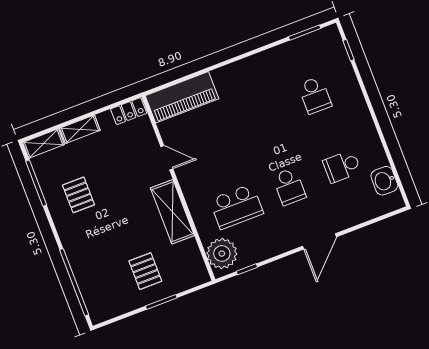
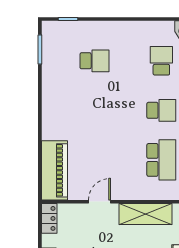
school desk: (342, 166) -> (161, 61), turned 180

